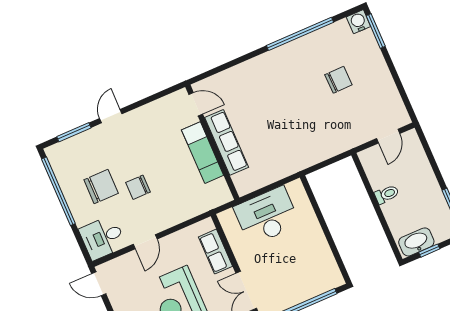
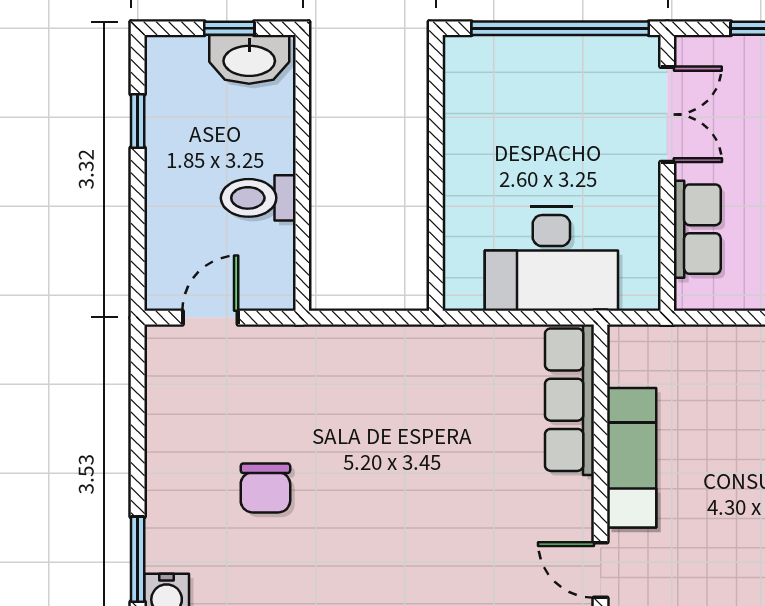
chair: (338, 80) -> (265, 488), turned -89
row of seats: (227, 142) -> (569, 400), moved
toilet: (387, 194) -> (258, 198), width x1.37, depth x1.39

